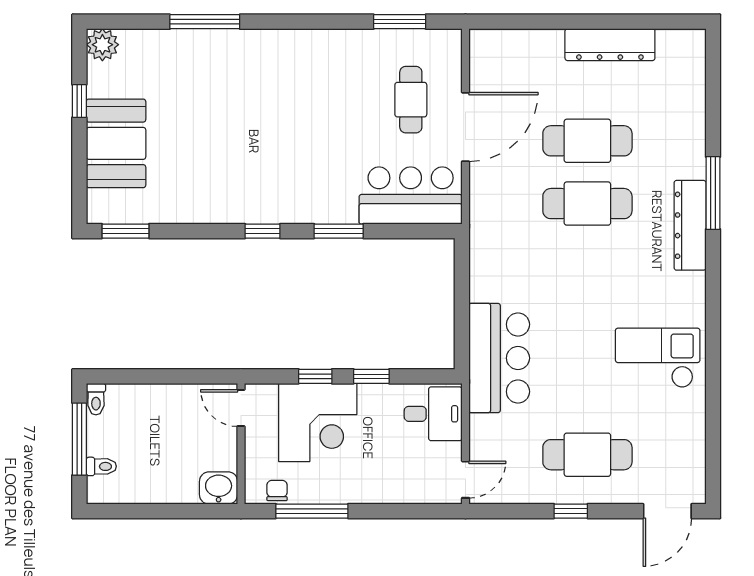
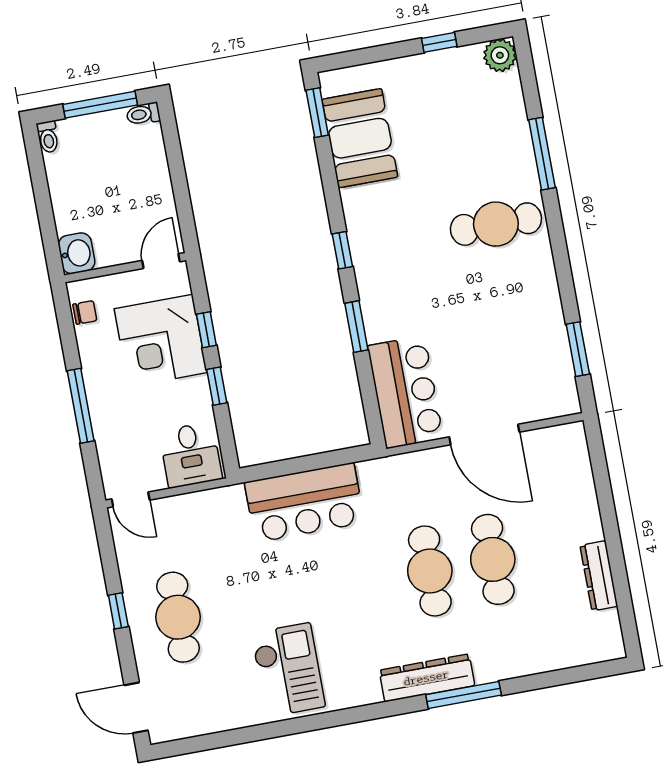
dresser: (610, 45) -> (599, 576), width x0.73, depth x0.80
cafe table: (411, 100) -> (496, 224), moved, width x1.37, depth x1.35
booth: (116, 143) -> (360, 138), moved, turned 90
bar counter: (499, 358) -> (305, 502), moved
toilet: (101, 466) -> (48, 137), moved
window: (312, 511) -> (81, 406), moved

